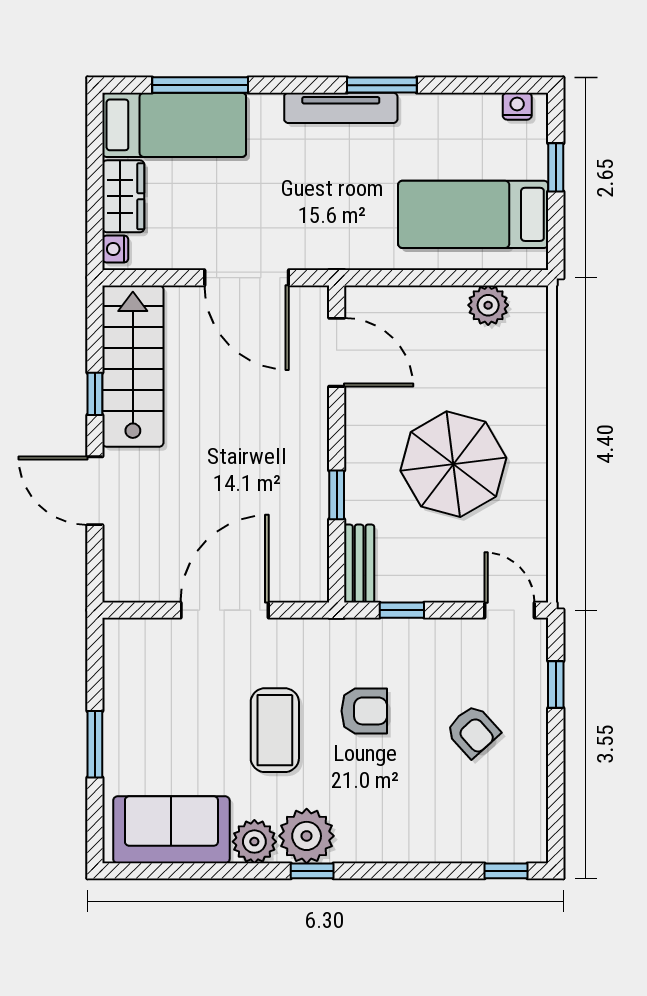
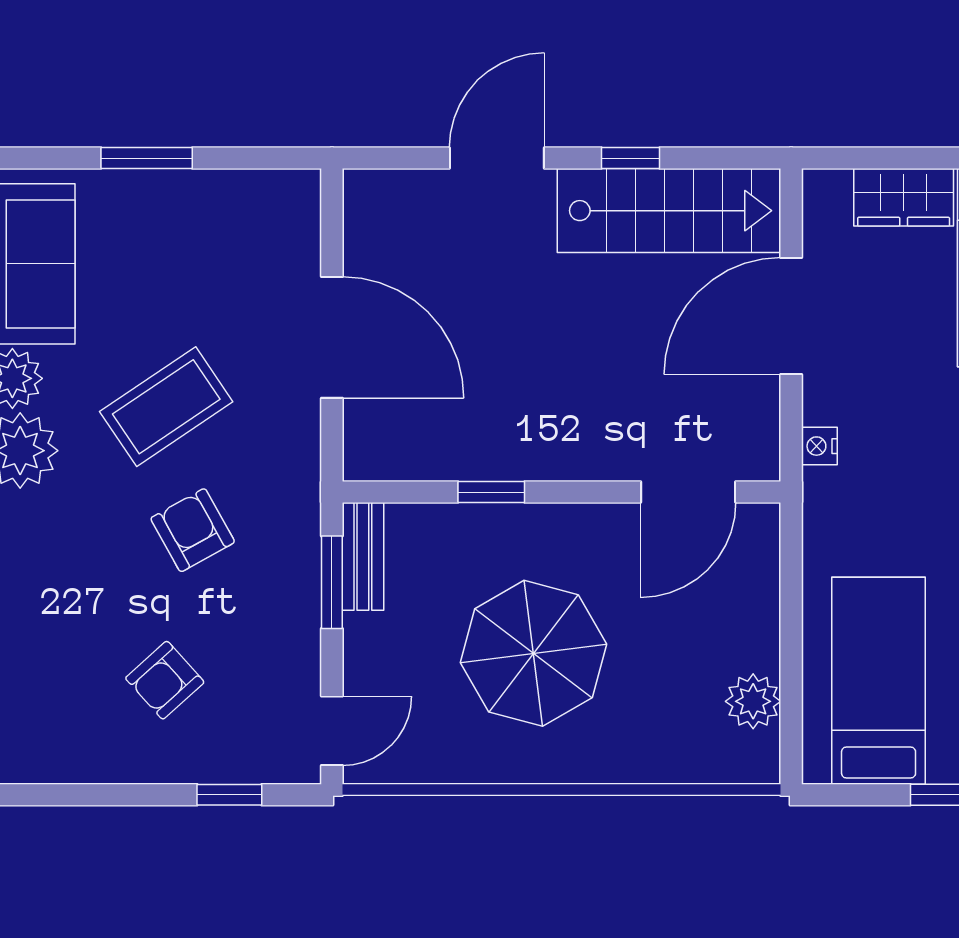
nightstand: (115, 249) -> (819, 446), moved, turned -90
door: (247, 278) -> (791, 316), moved
bench: (359, 564) -> (363, 556), moved, turned 90
window: (402, 610) -> (332, 582), width x1.50
armchair: (364, 711) -> (193, 530), turned 151
coffee table: (275, 730) -> (166, 407), turned -34

